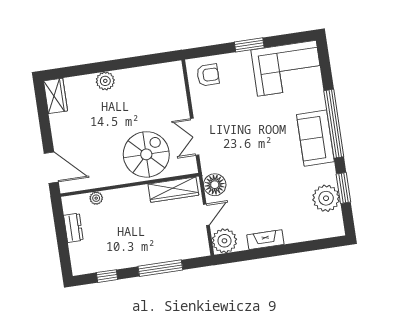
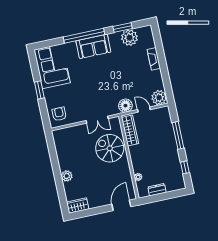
fireplace: (265, 240) -> (154, 59), moved

